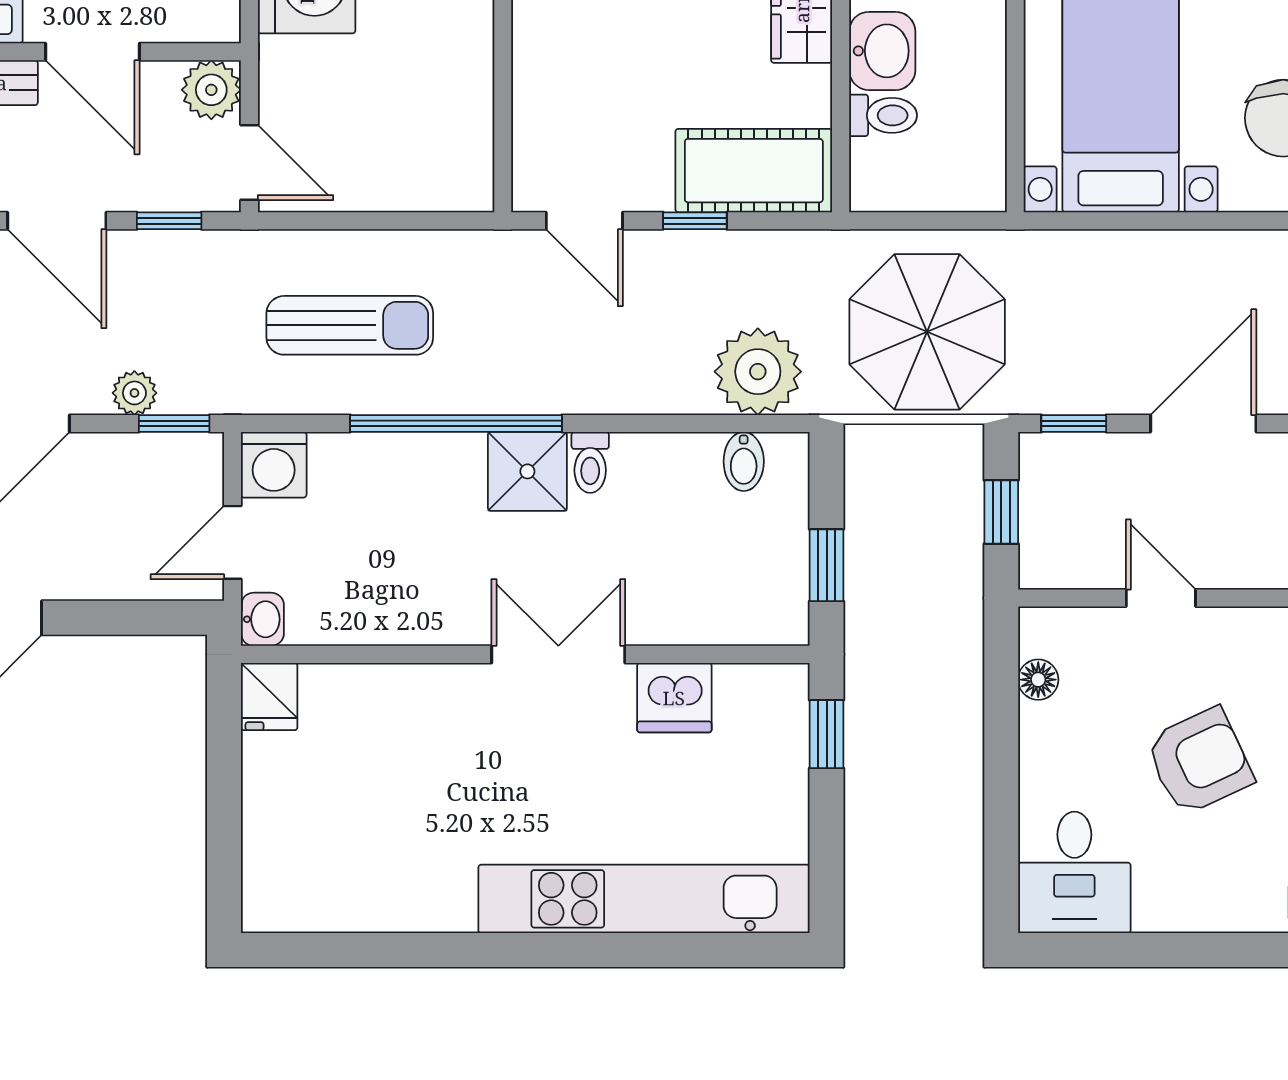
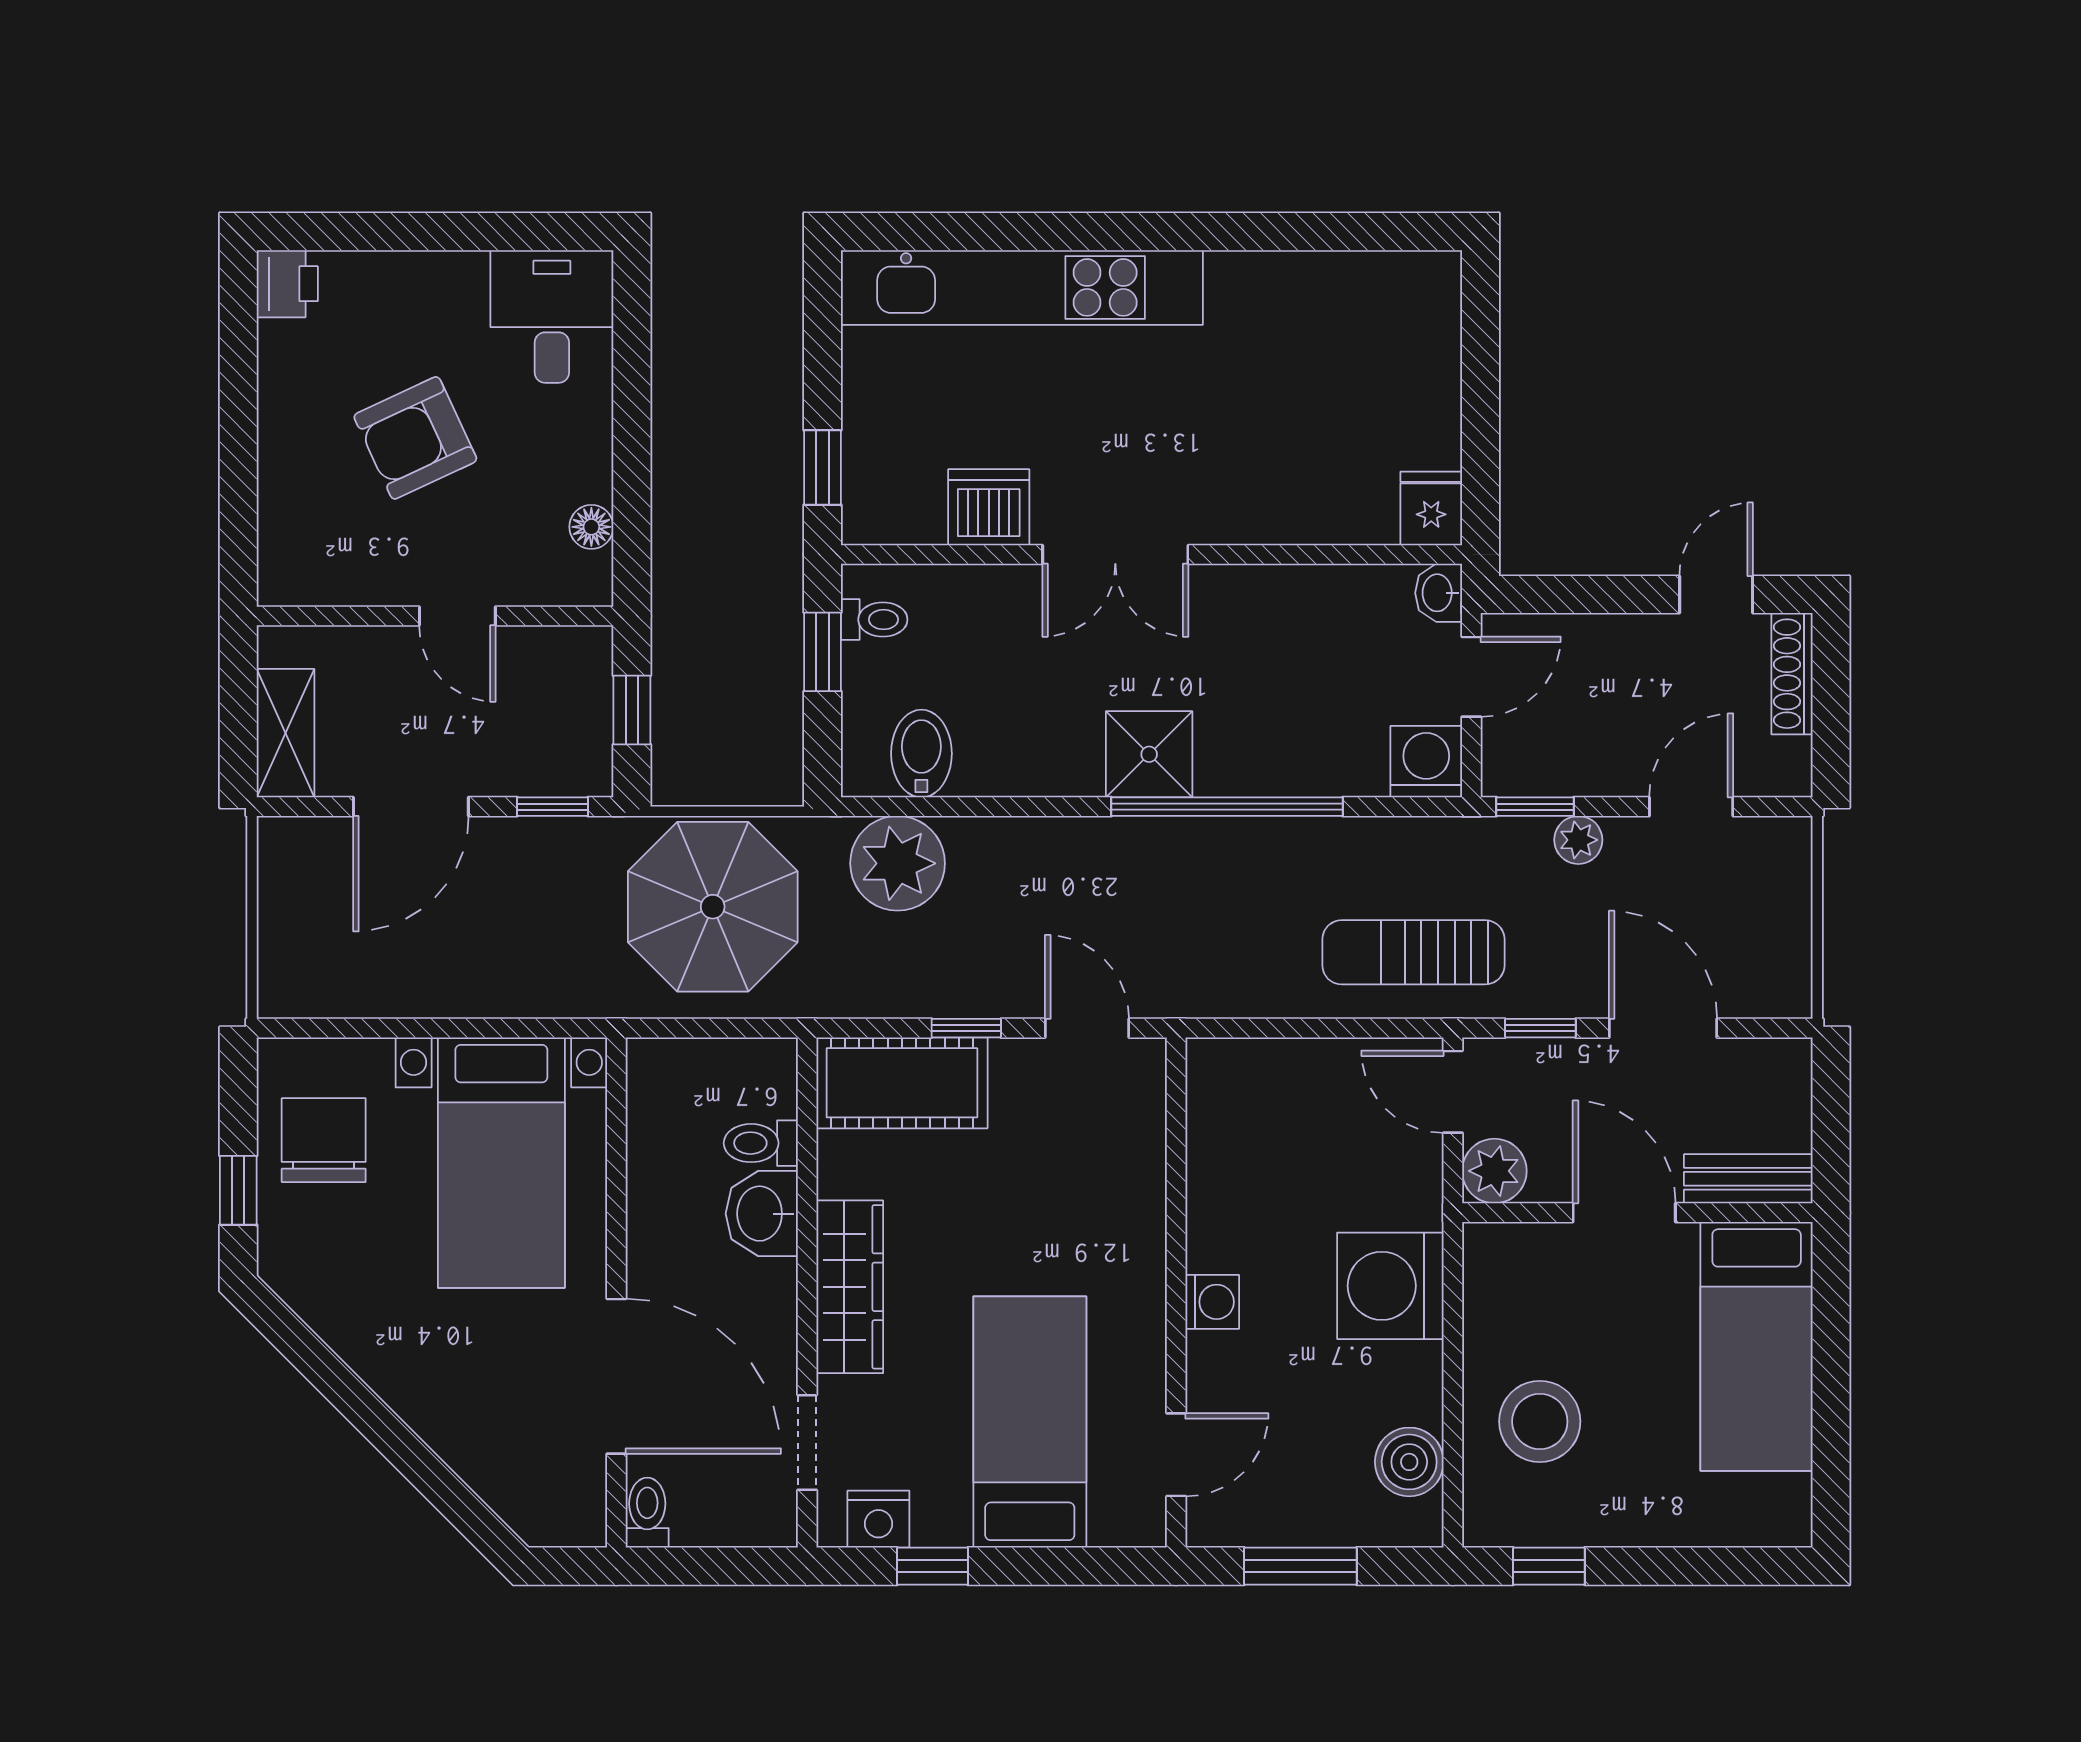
sun lounger: (350, 325) -> (1413, 952), moved
bidet: (744, 461) -> (921, 754), width x1.38, depth x1.36
toilet: (590, 462) -> (874, 620), moved, turned 90

